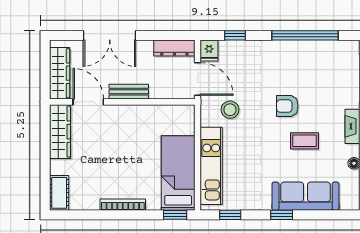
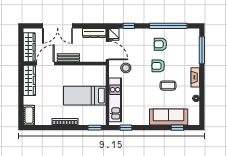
armchair: (291, 68) -> (160, 44), added
door: (88, 102) -> (45, 64), hinge flipped
bed: (178, 173) -> (85, 96), moved, turned -90
window: (282, 215) -> (177, 128), moved

